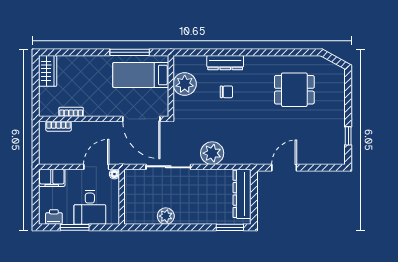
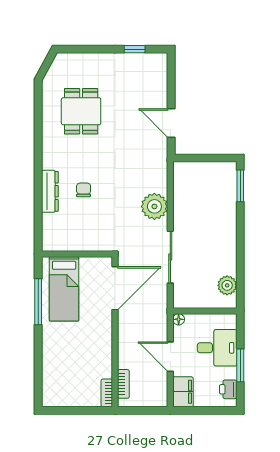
wardrobe: (48, 71) -> (59, 397), removed
plant: (185, 84) -> (75, 238), removed
bookcase: (71, 112) -> (107, 393), moved
door: (96, 167) -> (170, 357), moved
dresser: (242, 194) -> (202, 172), removed
plant: (166, 216) -> (227, 285), moved

